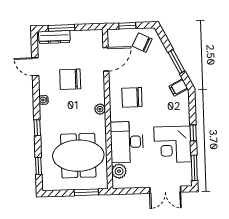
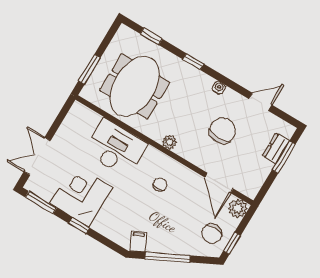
window: (127, 26) -> (232, 243), moved
dresser: (54, 37) -> (276, 148), width x0.70
chair: (142, 43) -> (212, 234), turned 153
window: (176, 62) -> (168, 257), width x1.44
chair: (132, 97) -> (160, 185), width x0.54, depth x0.54
plant: (119, 171) -> (238, 208), moved

